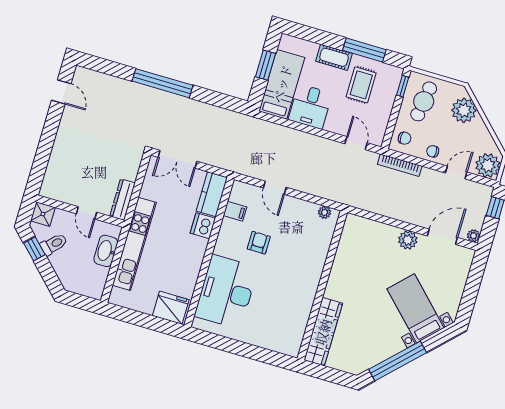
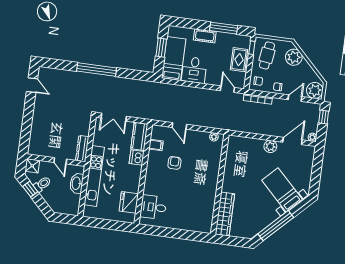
rug: (361, 85) -> (239, 60), moved
desk: (226, 292) -> (153, 207), width x0.53, depth x0.77
fridge: (171, 308) -> (129, 202), moved, turned -90

